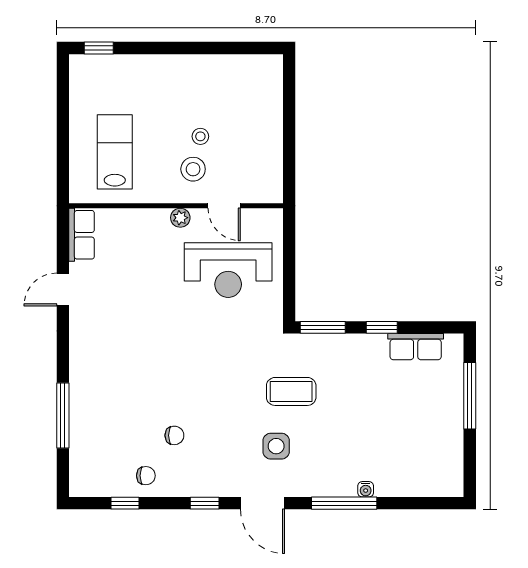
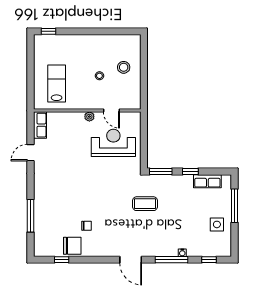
stool: (193, 169) -> (124, 67), moved
reception desk: (228, 270) -> (113, 143), turned 180
side table: (276, 446) -> (217, 224), moved
chair: (146, 476) -> (72, 246), width x1.87, depth x1.87
window: (205, 503) -> (209, 260), moved

